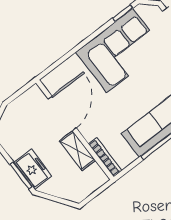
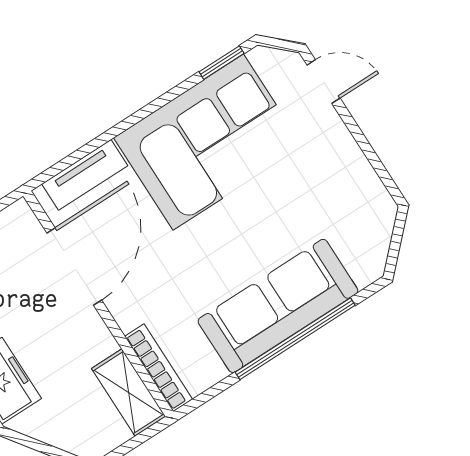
tv unit: (64, 70) -> (85, 175), added
shelving: (77, 151) -> (128, 392), moved

